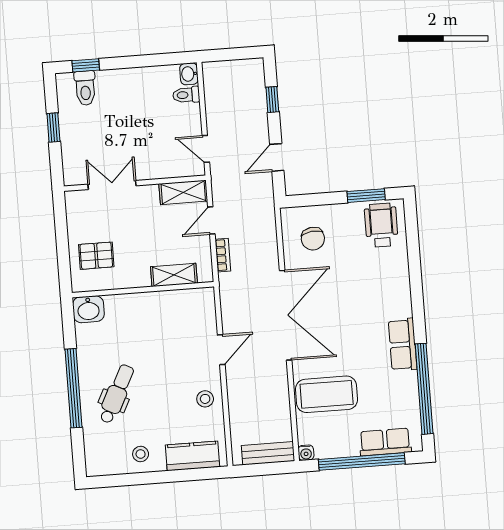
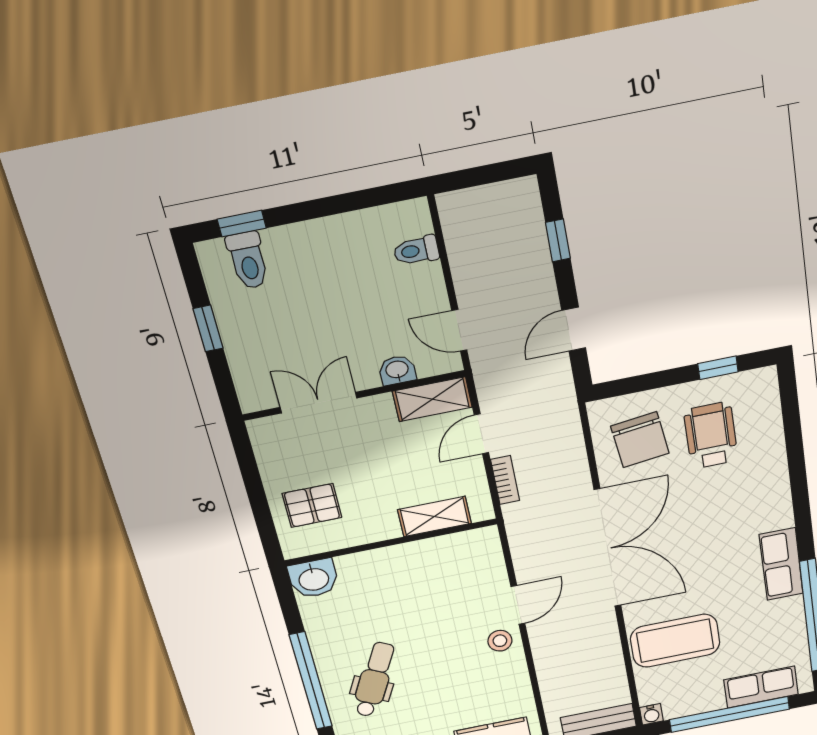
washbasin: (189, 74) -> (397, 370), moved, turned 90
window: (366, 196) -> (718, 368), width x0.67
wheelchair: (381, 225) -> (711, 435), moved
chair: (313, 239) -> (640, 440), width x1.37, depth x1.37
stool: (205, 399) -> (500, 641), moved

